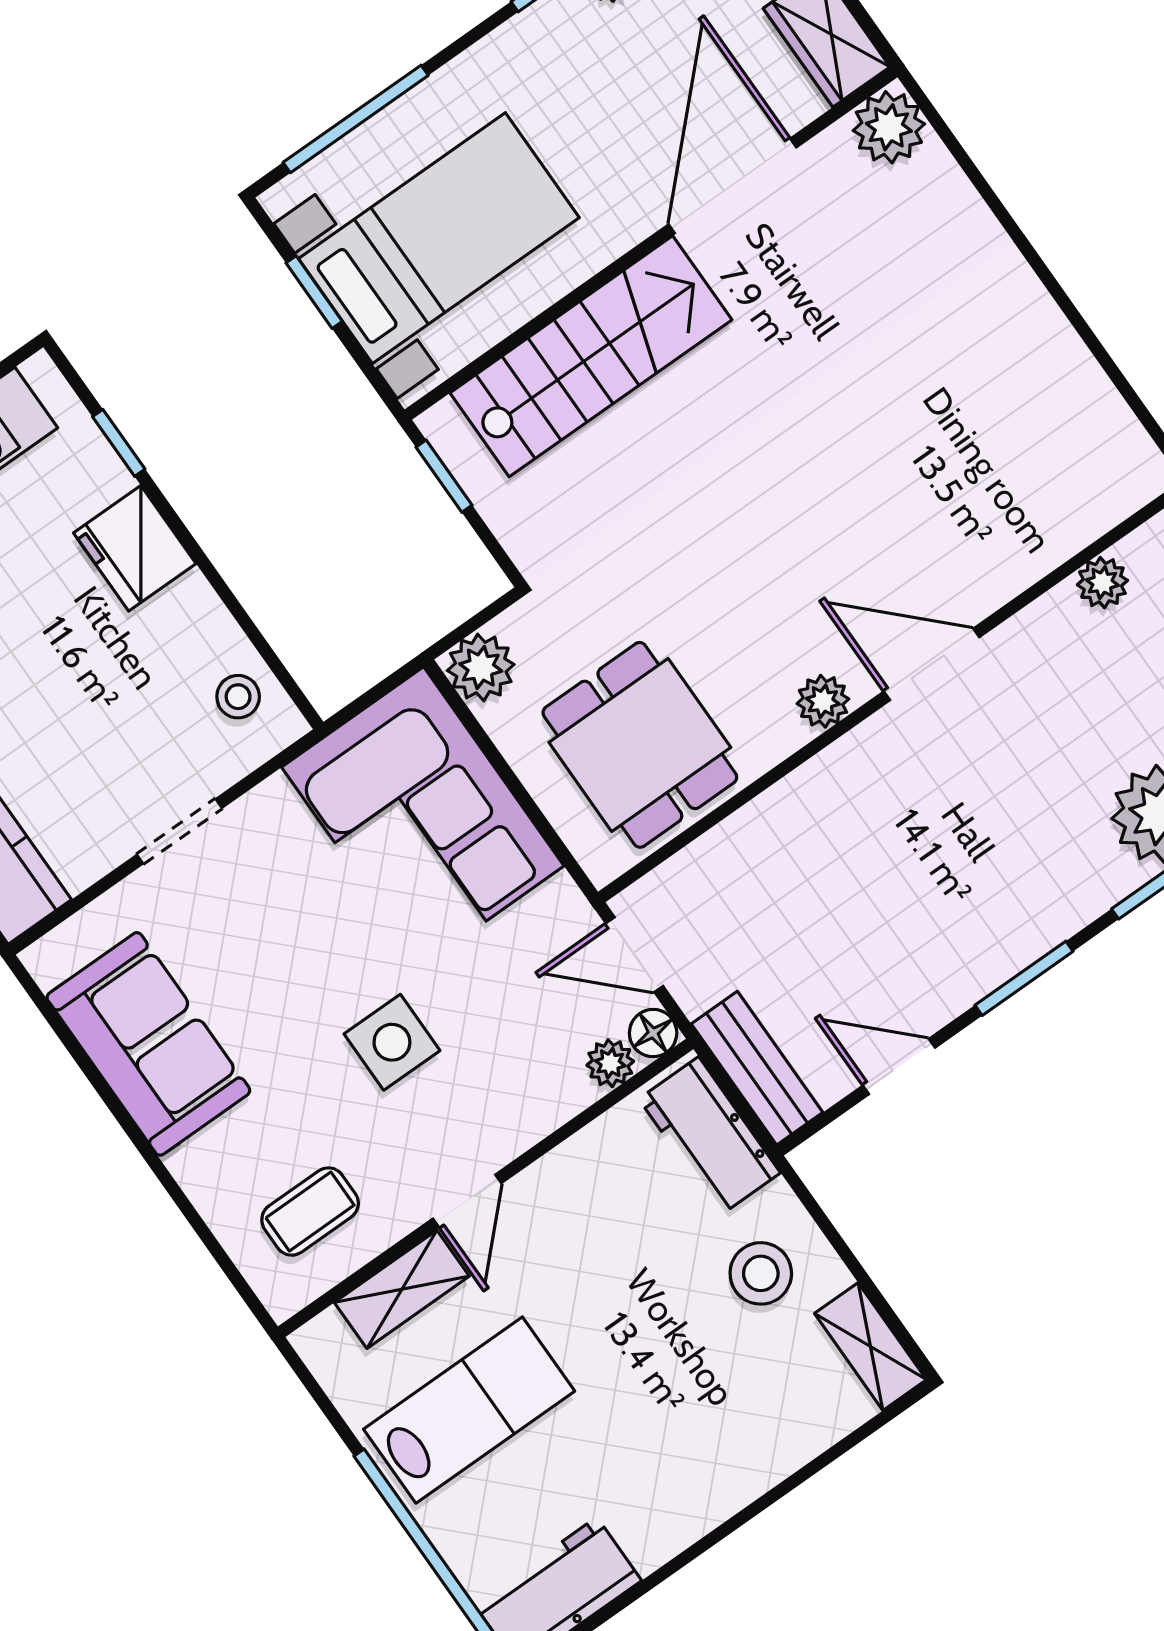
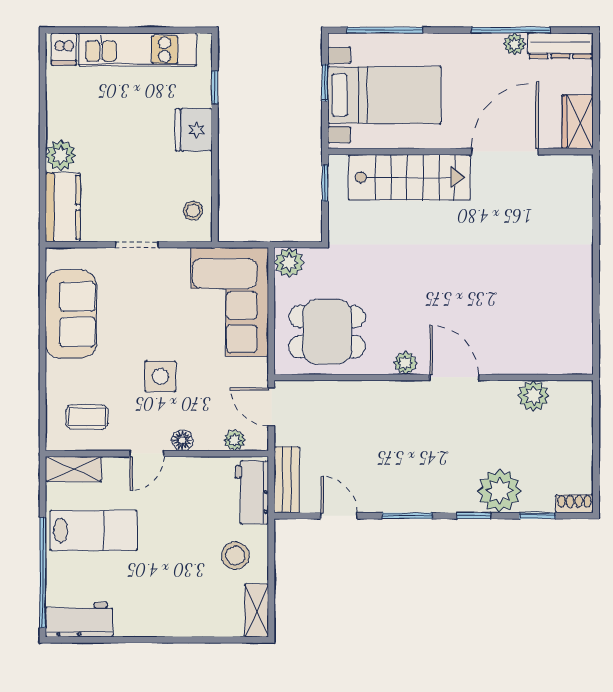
plant: (889, 127) -> (577, 170), removed
plant: (1102, 583) -> (534, 396), width x1.38, depth x1.38
dining table: (640, 745) -> (327, 332), turned 90
floor lamp: (653, 1033) -> (182, 440), moved
shelving: (402, 1289) -> (74, 469), moved

